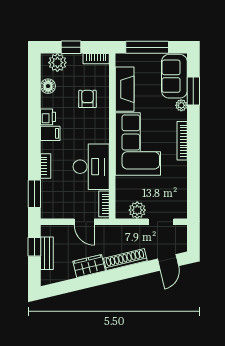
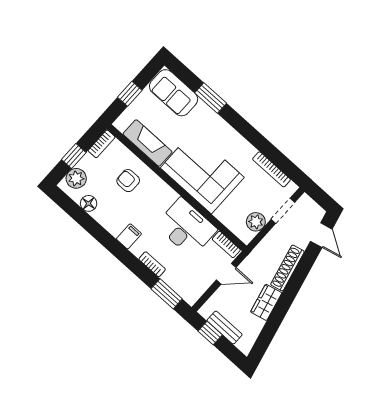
window: (147, 47) -> (130, 94), width x0.46
window: (193, 91) -> (211, 98), moved
plant: (181, 105) -> (202, 108), removed
printer: (48, 117) -> (114, 226), removed
bookcase: (182, 141) -> (271, 169), moved

